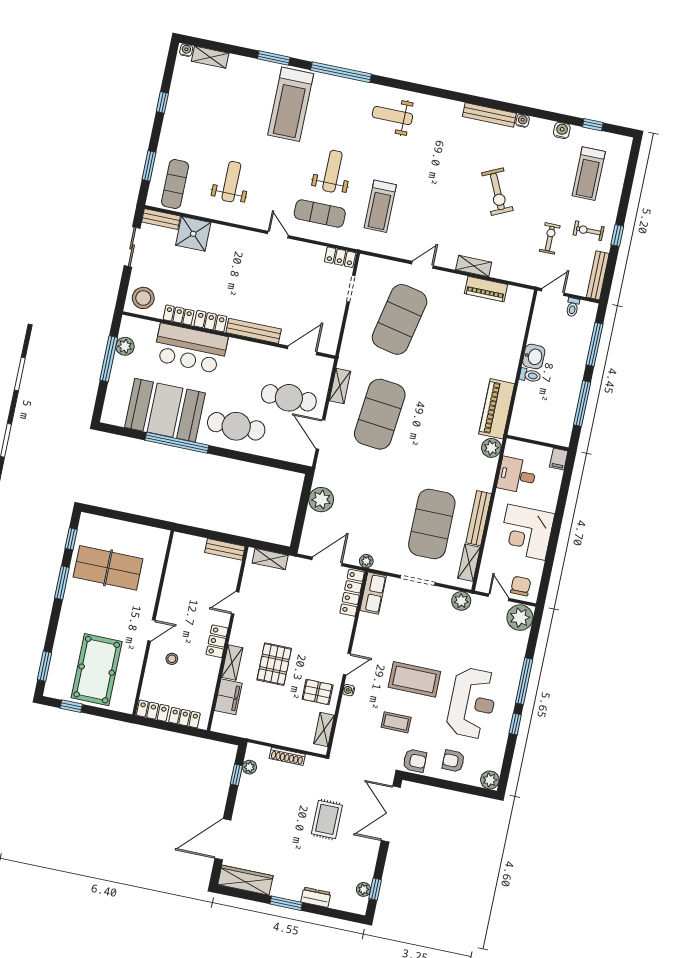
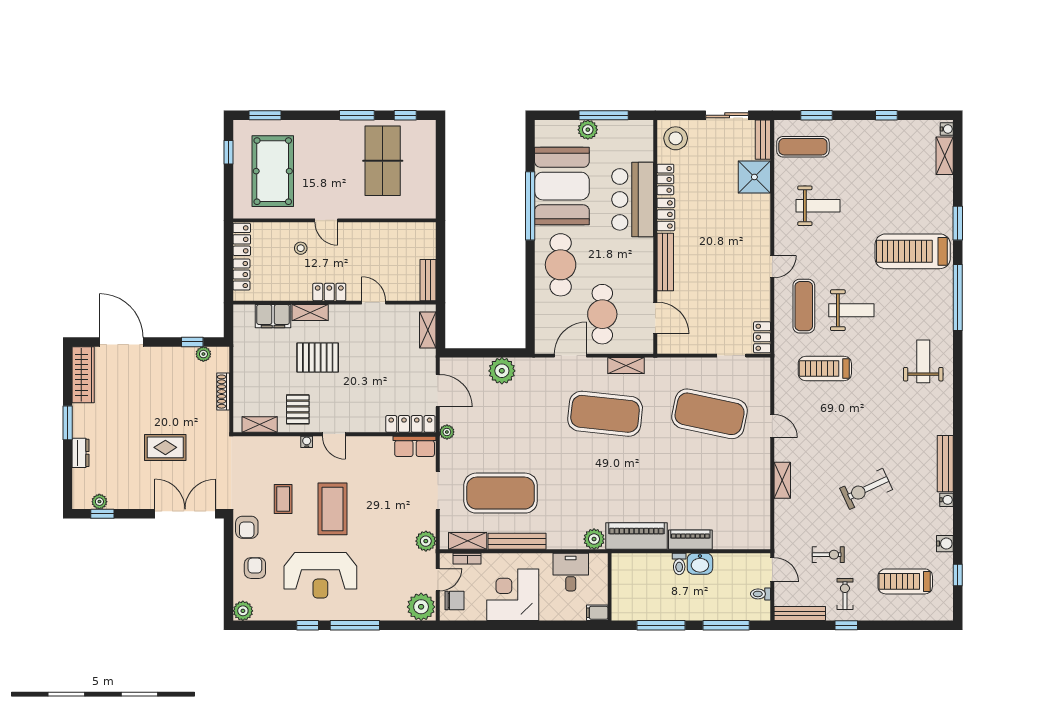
piano: (486, 289) -> (690, 540), moved, turned 90
plant: (125, 346) -> (588, 130), moved
bookcase: (485, 567) -> (467, 559), added
pool table: (97, 670) -> (273, 171), turned 90

